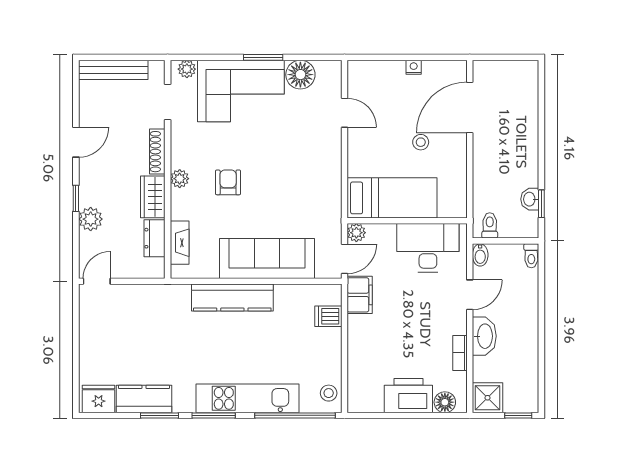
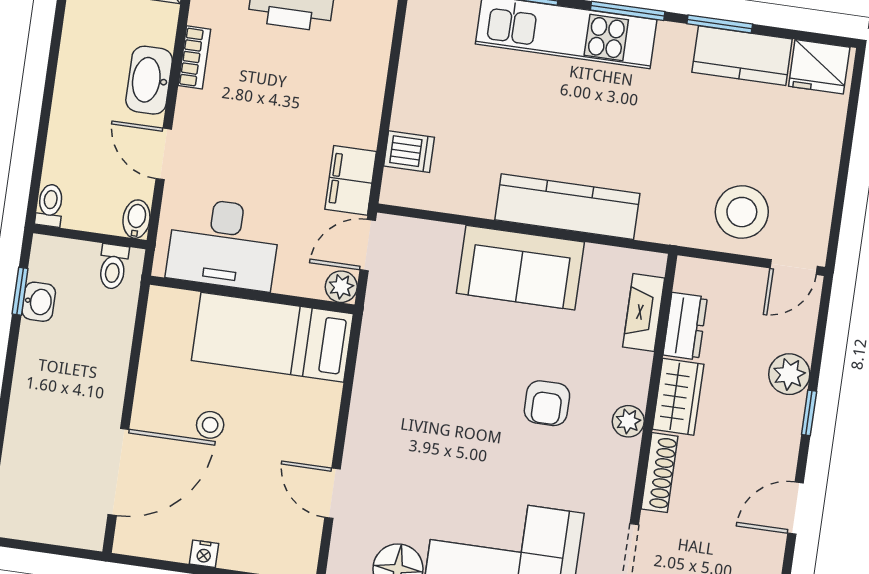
sofa: (267, 258) -> (520, 268), width x0.73
door: (470, 295) -> (164, 154), hinge flipped
stool: (329, 393) -> (742, 212), moved, width x1.89, depth x1.89

